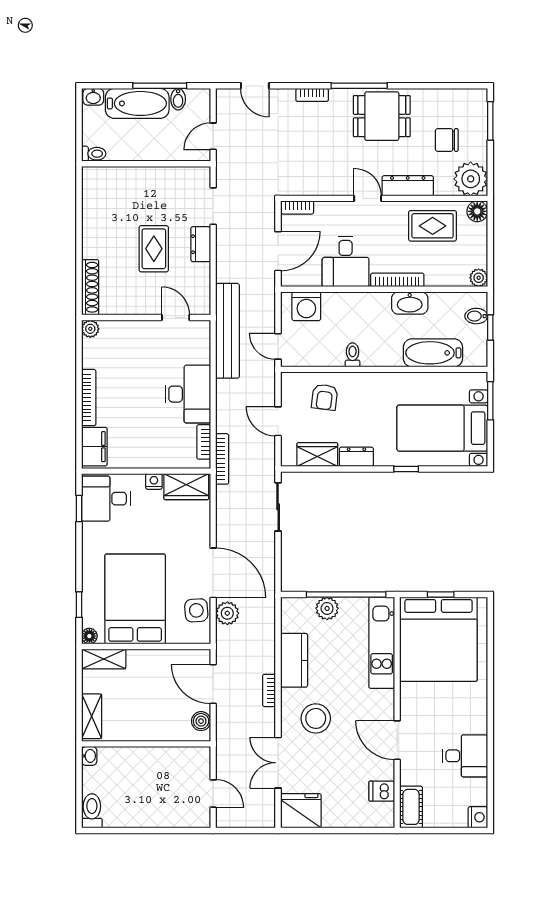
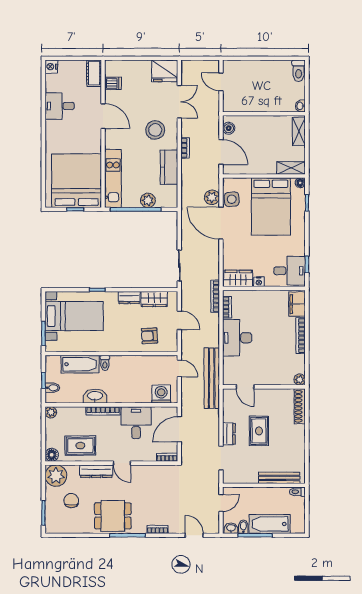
washbasin: (93, 97) -> (231, 528), moved
chair: (447, 140) -> (71, 501), turned -90
bench: (122, 175) -> (279, 478), added
toilet: (353, 355) -> (105, 363), moved
armchair: (325, 397) -> (149, 336), turned -100

